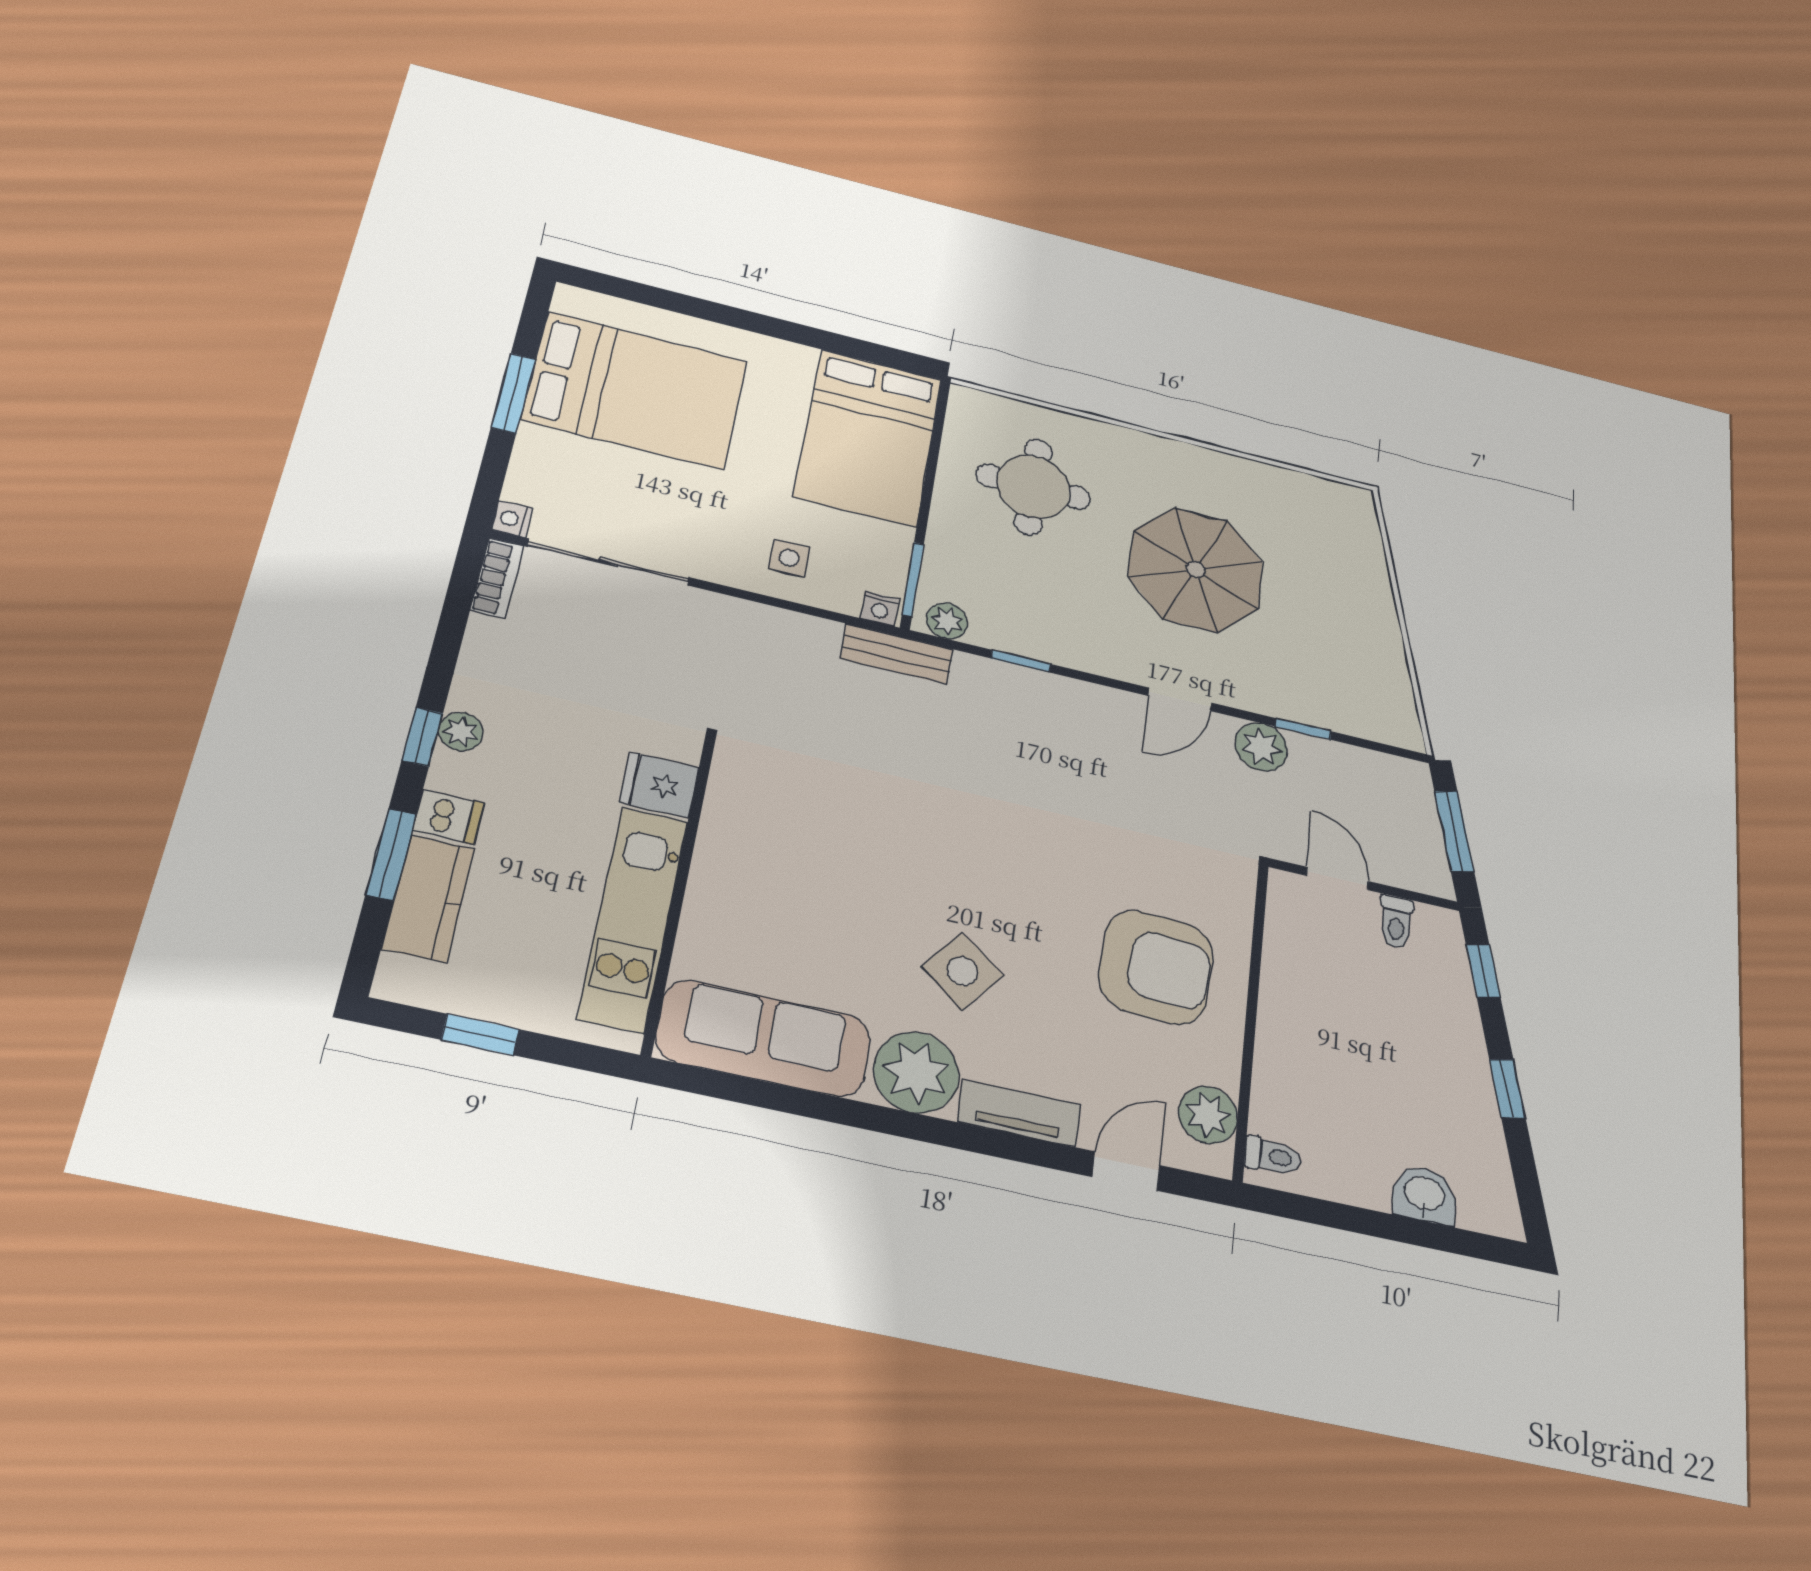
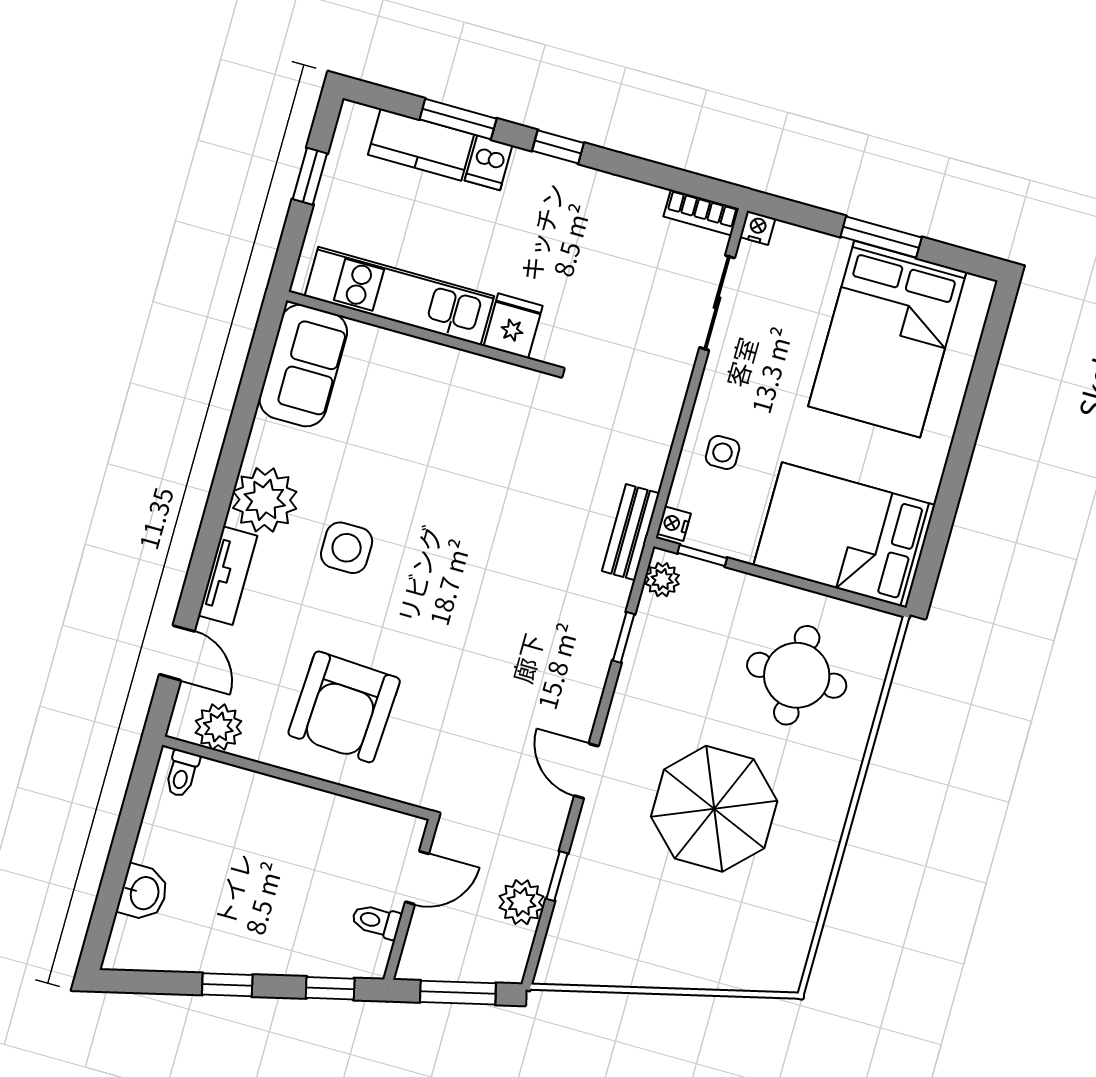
sliding door: (608, 562) -> (717, 303), width x0.73
window: (913, 579) -> (702, 555), width x0.67
plant: (461, 732) -> (562, 176), removed
plant: (1261, 747) -> (522, 902), moved
side table: (962, 971) -> (347, 548), turned -38
sofa: (764, 1038) -> (303, 365), width x0.73

